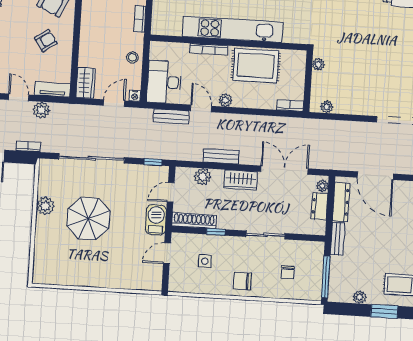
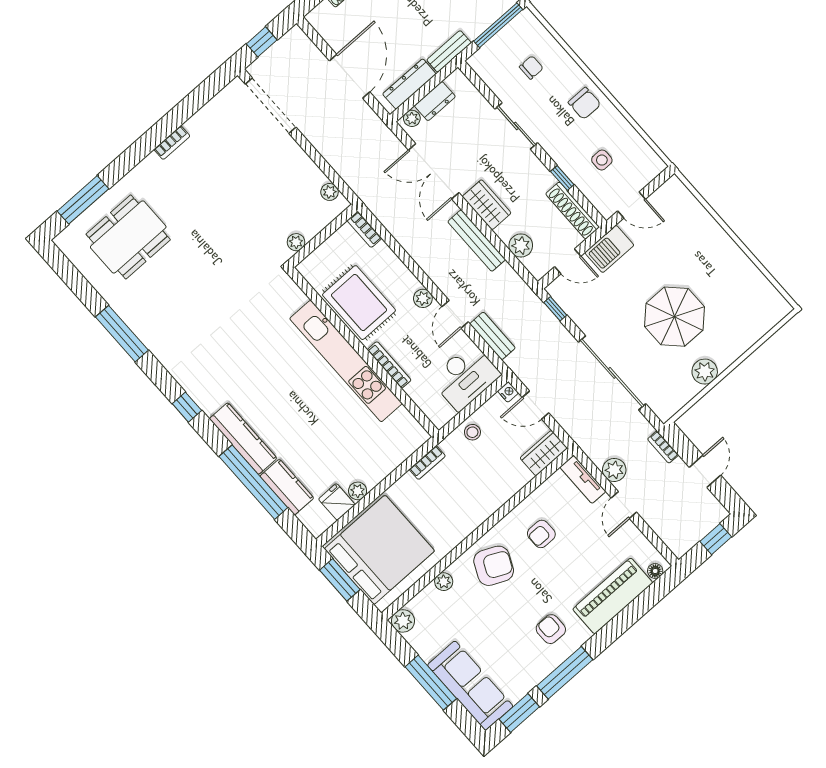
armchair: (46, 41) -> (541, 534), turned -55
bench: (221, 156) -> (477, 241), width x1.36

